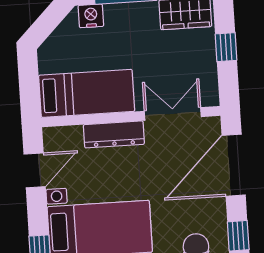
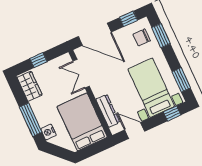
bed: (87, 93) -> (82, 122), width x1.50
dresser: (114, 134) -> (108, 111), moved

